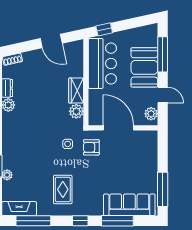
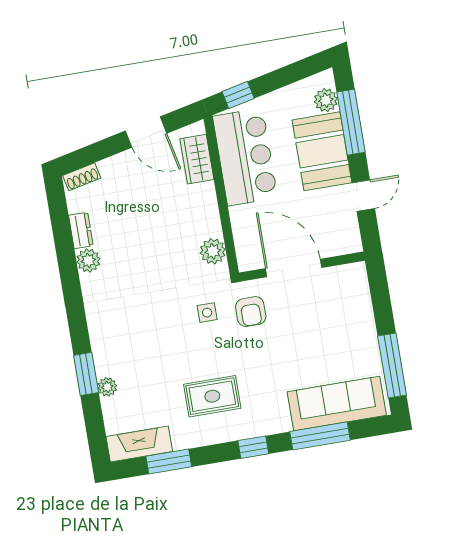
wardrobe: (76, 91) -> (197, 159), moved
door: (163, 95) -> (363, 196), hinge flipped
plant: (151, 114) -> (326, 100), moved
armchair: (91, 147) -> (251, 312), turned -90
rug: (63, 189) -> (212, 396), turned 90
window: (33, 221) -> (169, 461), width x0.69

